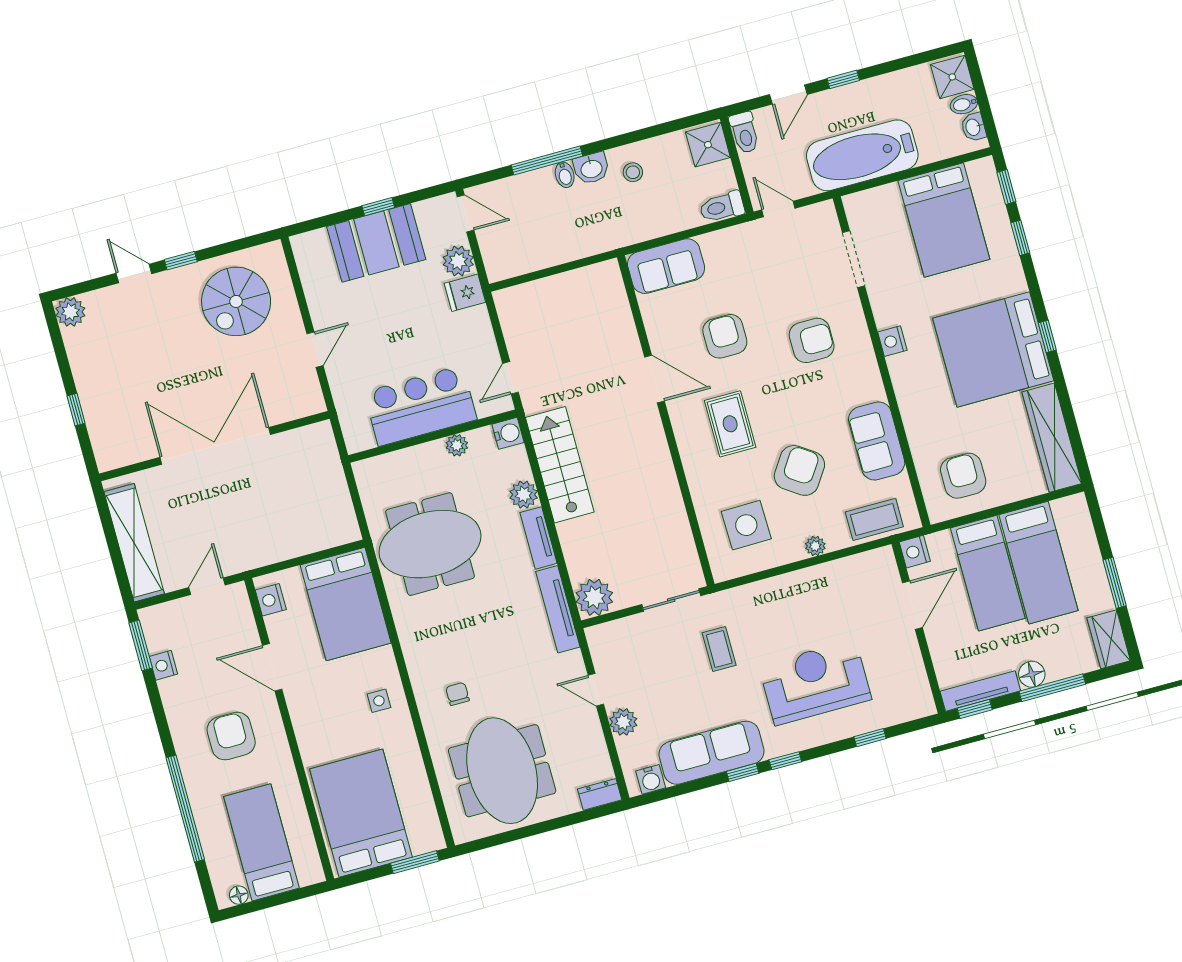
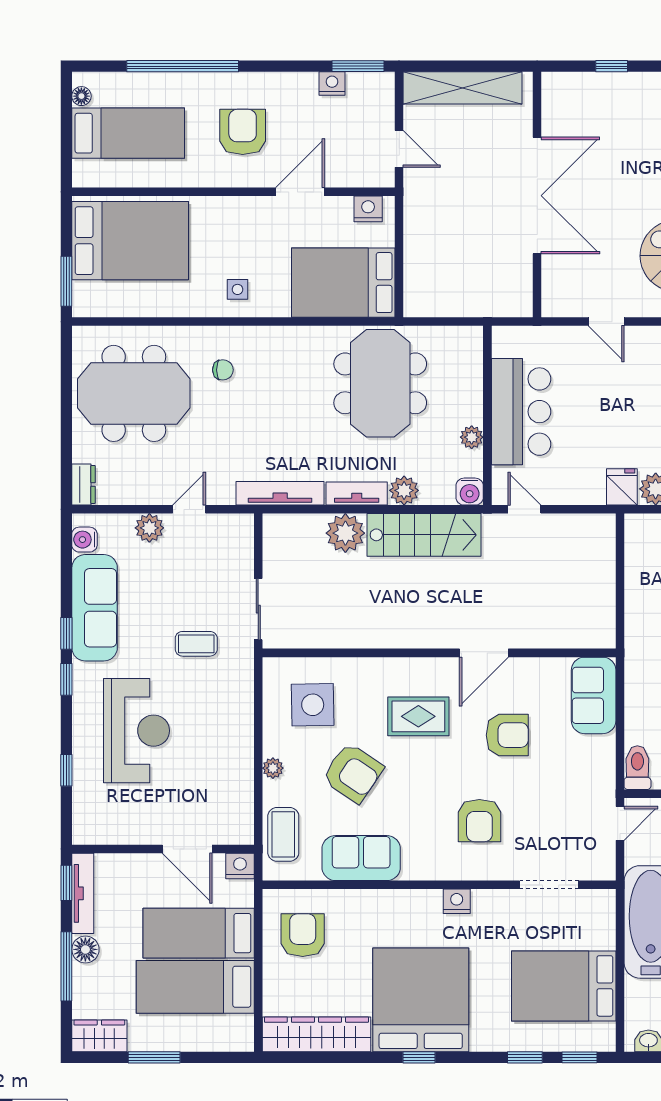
armchair: (963, 476) -> (303, 935), turned -90
plant: (594, 597) -> (345, 533), moved
armchair: (231, 736) -> (243, 132), turned -90

